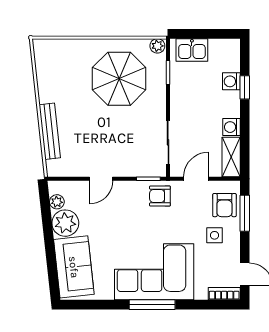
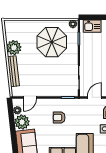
plant: (51, 89) -> (14, 48), added
door: (101, 179) -> (30, 97), moved
armchair: (160, 196) -> (59, 118), moved

